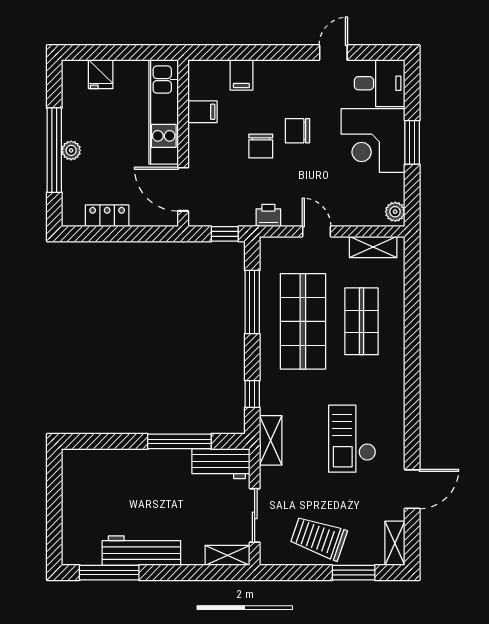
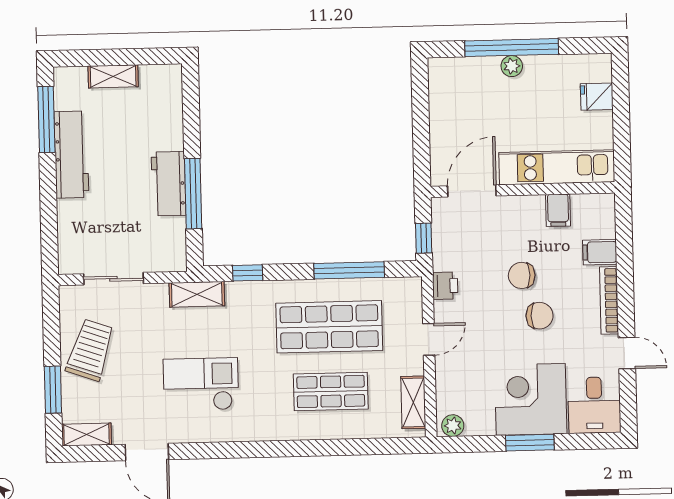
bookcase: (285, 68) -> (609, 300), added
chair: (297, 131) -> (539, 316), turned 90
locker: (107, 216) -> (441, 108), removed
workbench: (221, 464) -> (168, 184), moved
shelving: (227, 555) -> (113, 76), moved, turned 90

